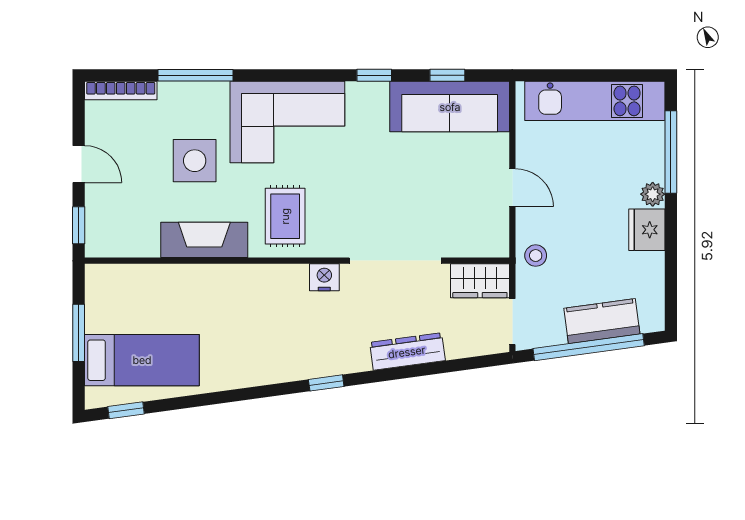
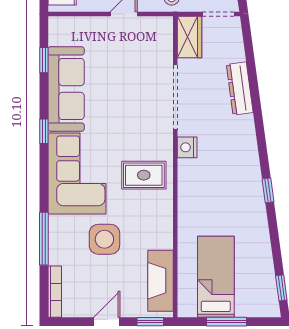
window: (374, 75) -> (44, 131), moved
sofa: (450, 107) -> (66, 89), moved
fireplace: (204, 240) -> (161, 281), moved
bed: (142, 360) -> (216, 277), moved
window: (326, 383) -> (268, 190), moved

